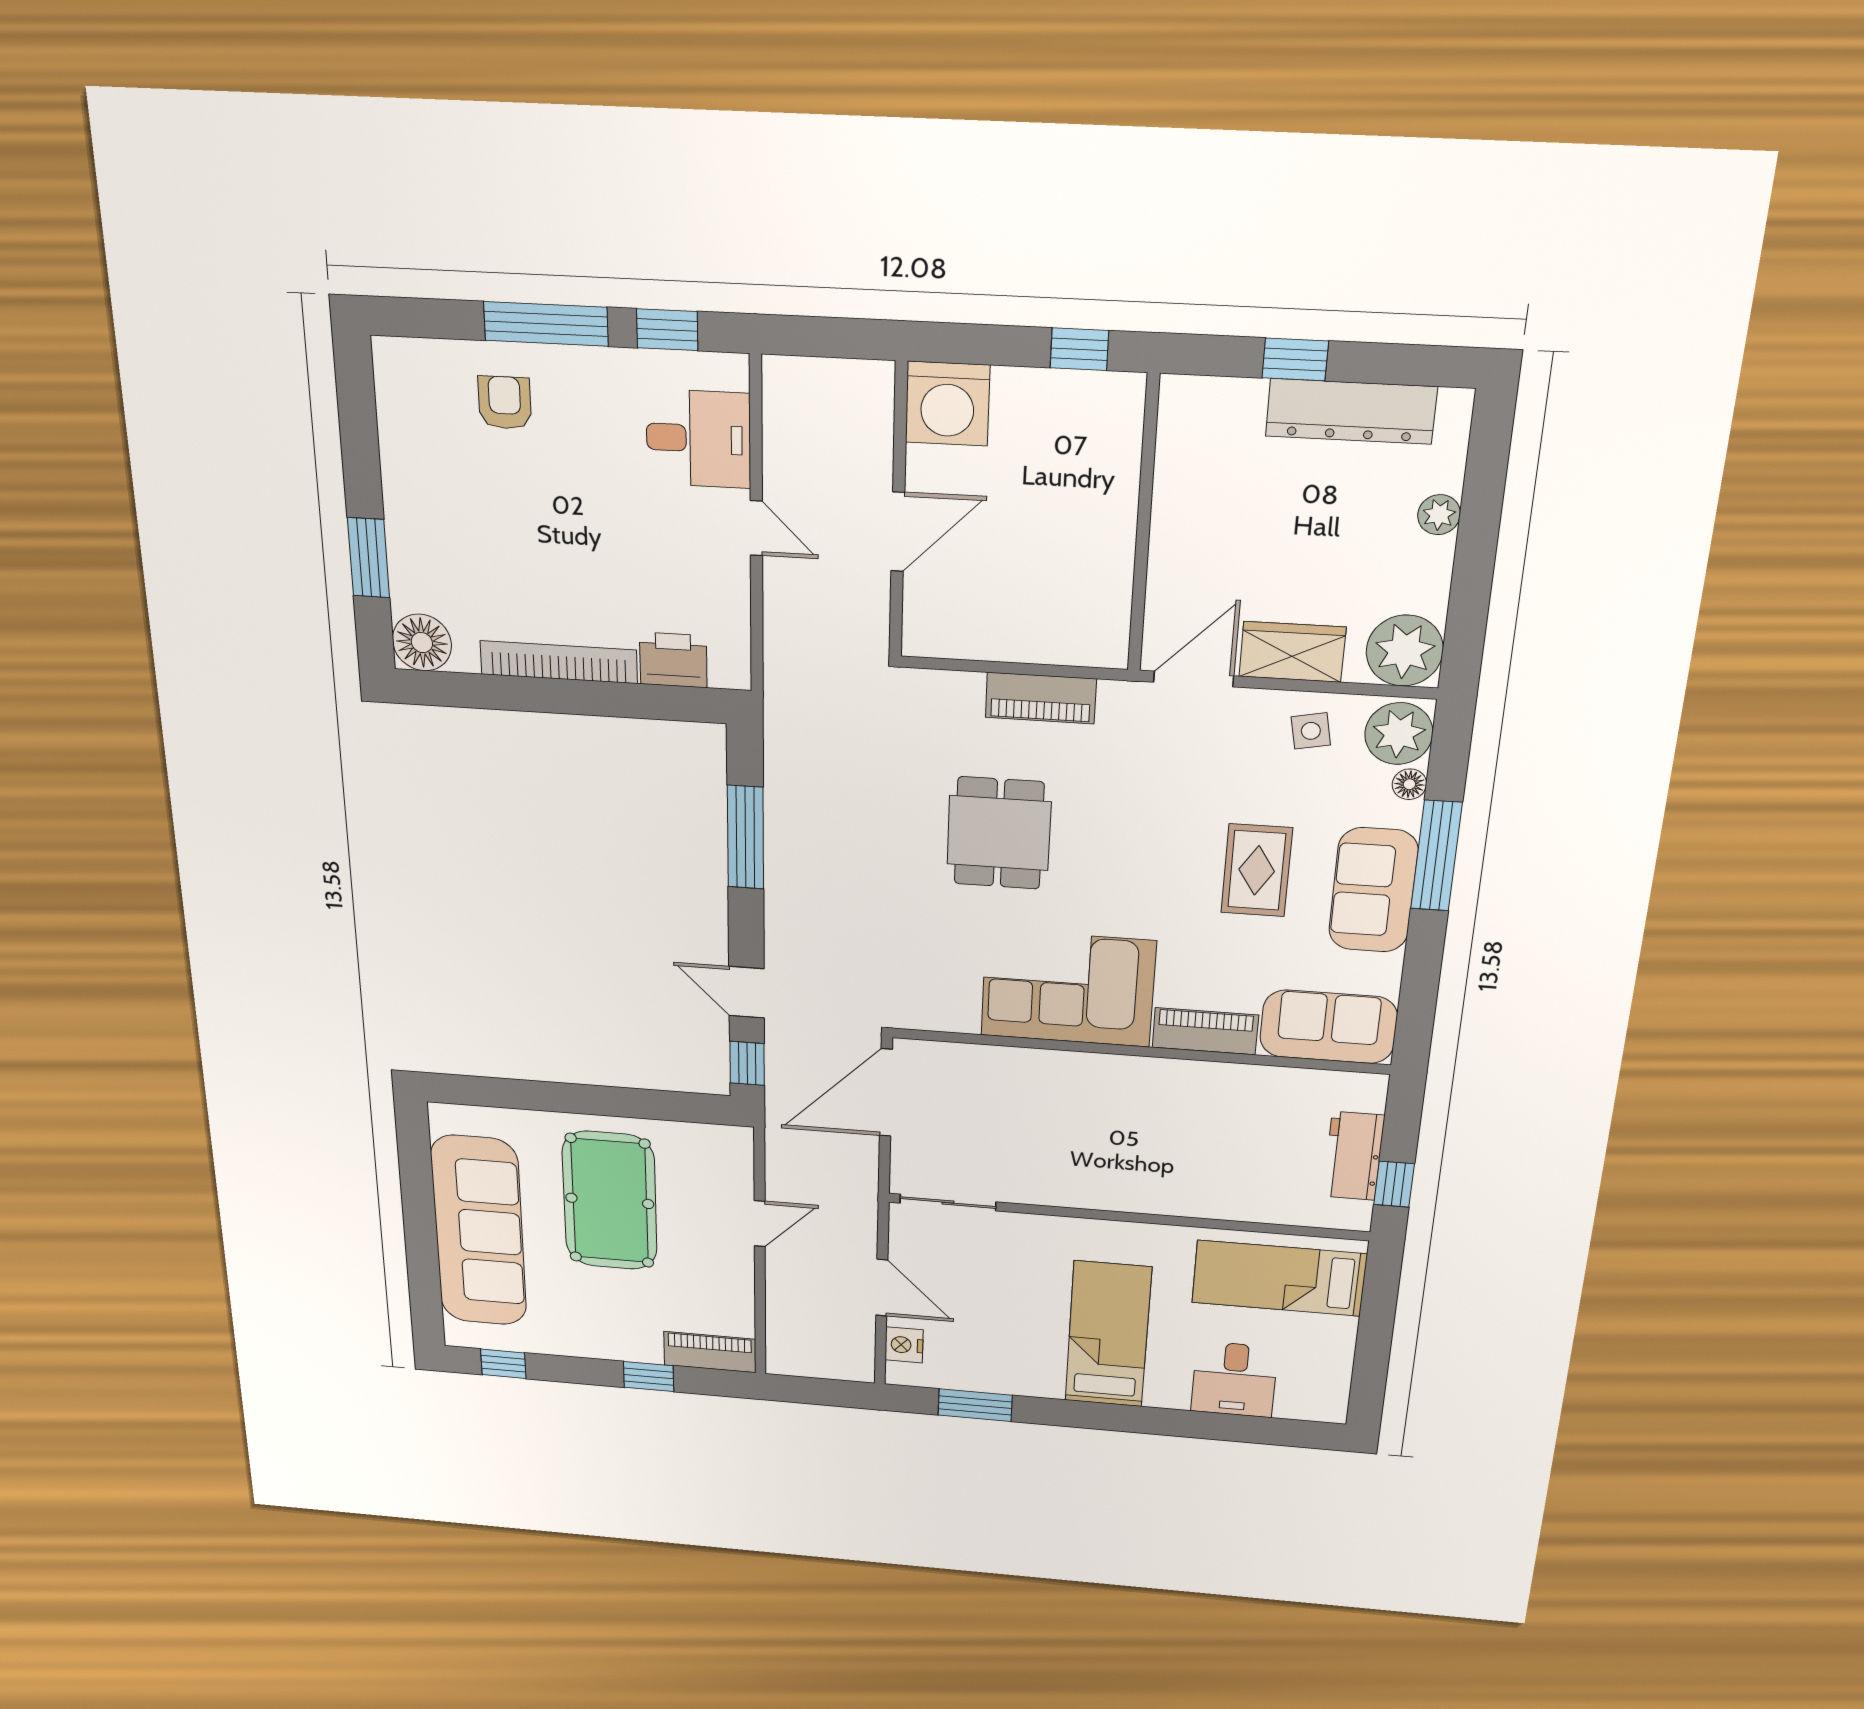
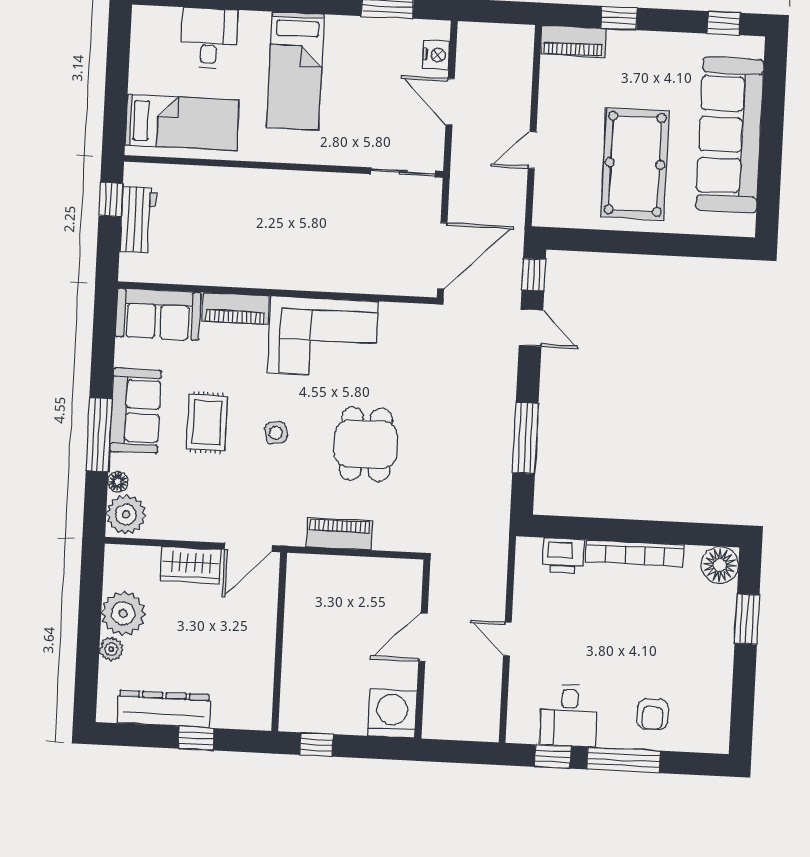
desk: (698, 439) -> (569, 715), moved, turned -90
plant: (1405, 651) -> (123, 613), moved
side table: (1311, 731) -> (276, 433), moved

